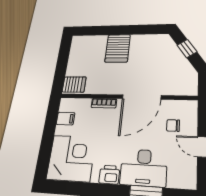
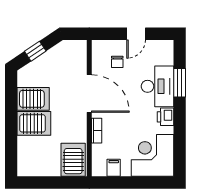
server rack: (141, 47) -> (33, 99), added
server rack: (74, 84) -> (73, 160), width x1.36, depth x1.44

